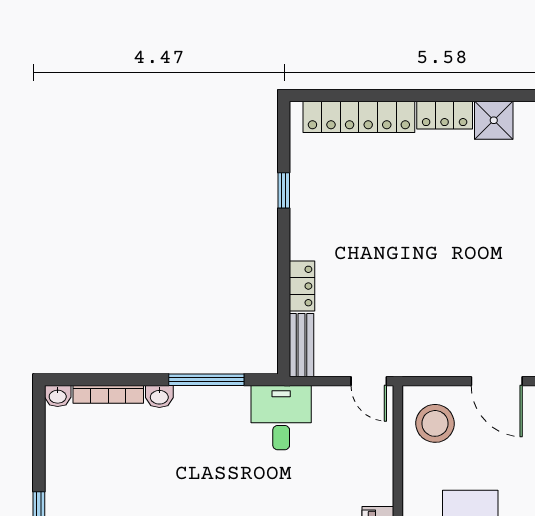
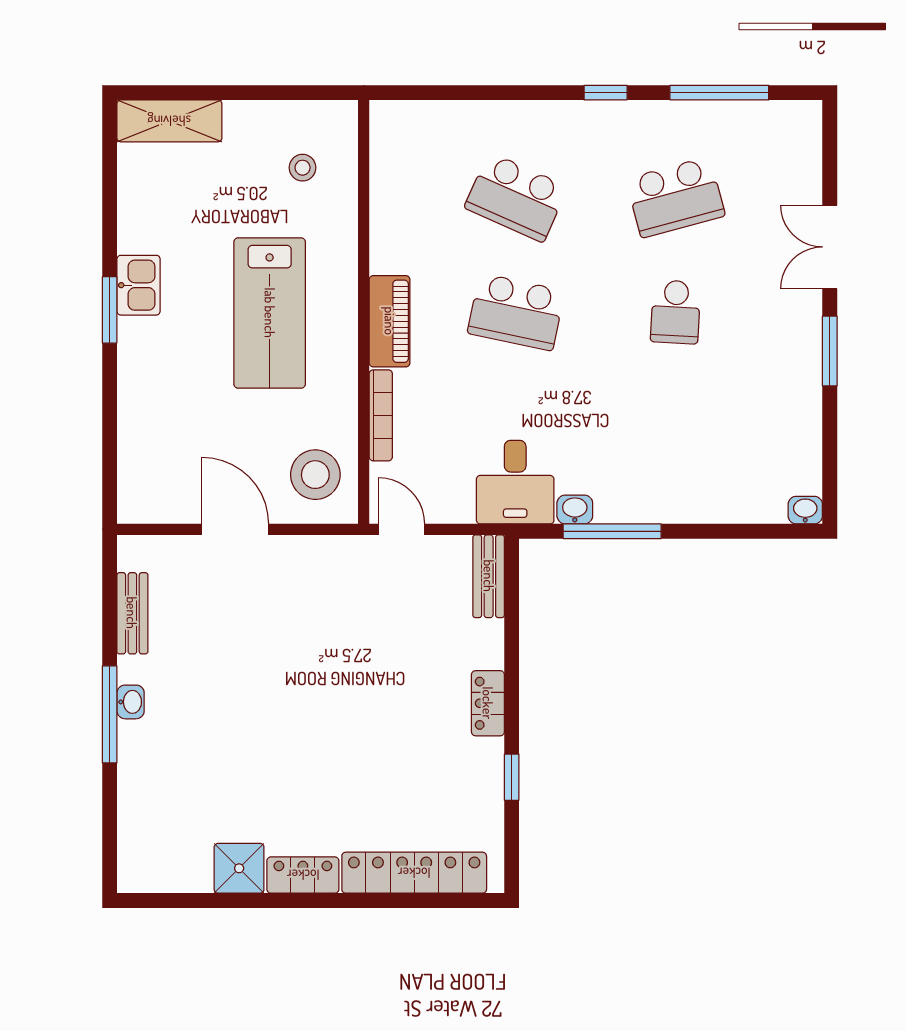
locker: (302, 286) -> (488, 703), moved
bookcase: (108, 394) -> (381, 415), moved, turned 90
washbasin: (159, 397) -> (575, 509), moved

